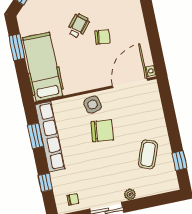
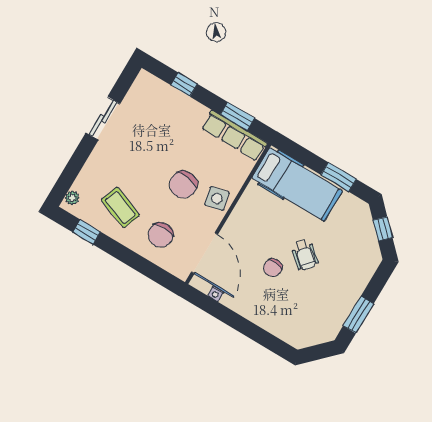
nightstand: (150, 71) -> (216, 294), moved
row of seats: (50, 137) -> (234, 136), width x0.73
plant: (130, 194) -> (72, 198), moved
chair: (73, 199) -> (161, 235), moved, width x1.87, depth x1.87

